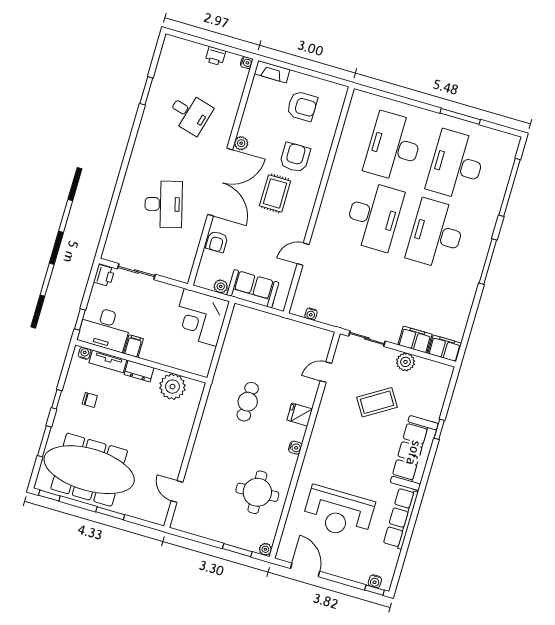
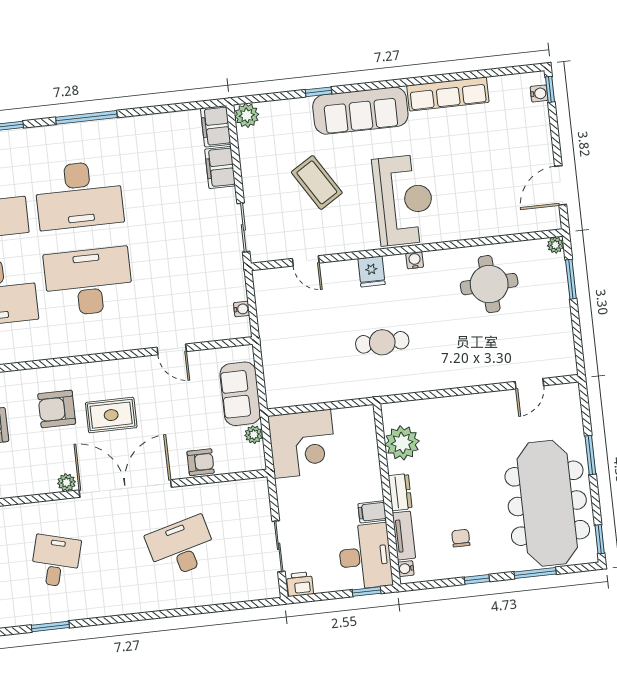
plant: (405, 362) -> (247, 115), moved
reception desk: (338, 513) -> (404, 200), moved

